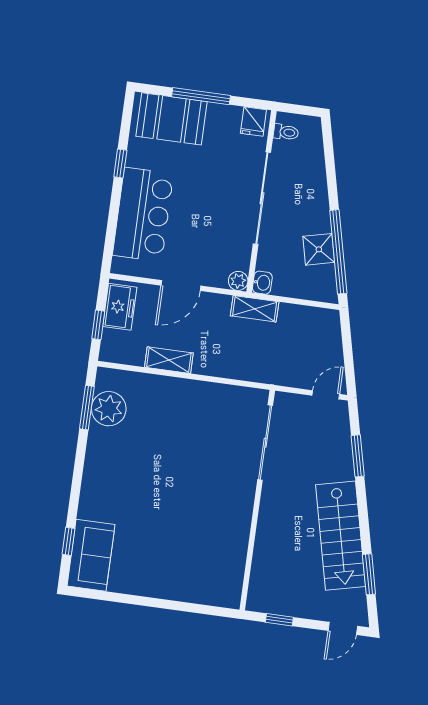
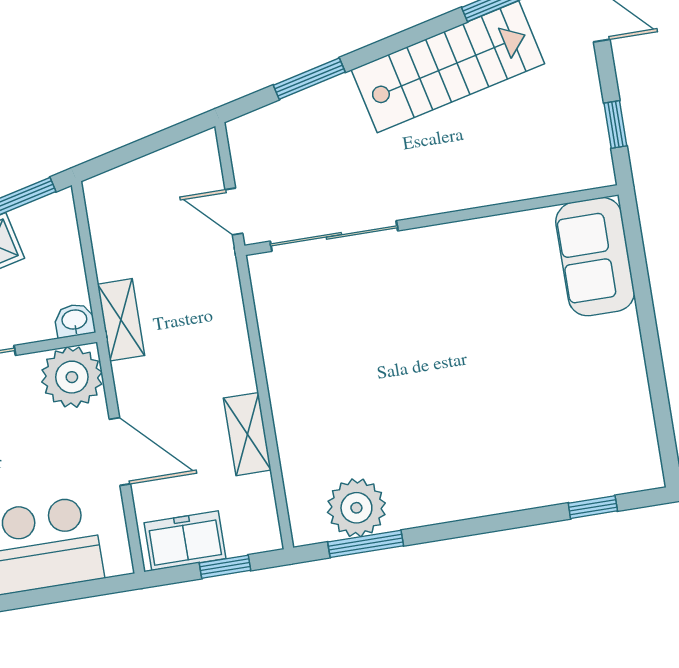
plant: (238, 281) -> (72, 377), width x1.88, depth x1.88
door: (326, 395) -> (234, 211), moved
sofa: (91, 555) -> (595, 257), moved, turned -90

